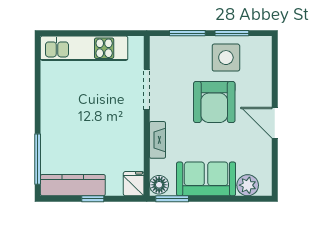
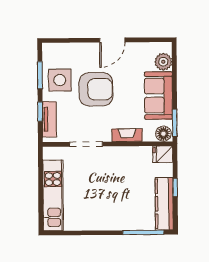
window: (187, 33) -> (40, 112), width x0.67
tv unit: (178, 44) -> (49, 119), added

